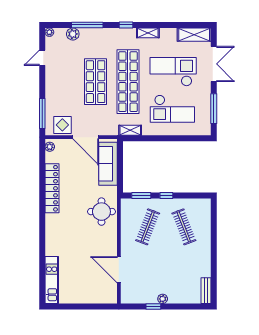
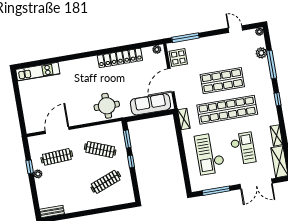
shelving: (148, 33) -> (276, 135), moved
checkout: (173, 72) -> (243, 149), width x0.73, depth x0.83
clothes rail: (148, 275) -> (57, 157), added

